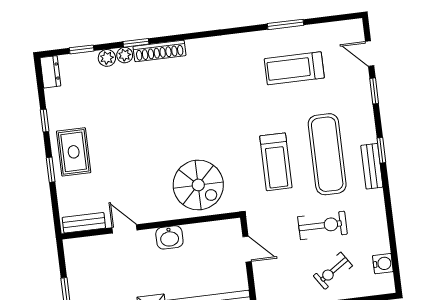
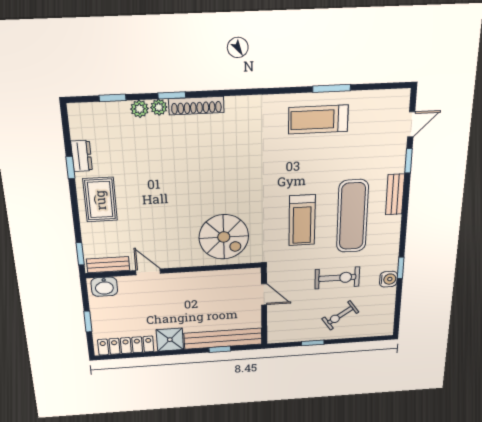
door: (370, 54) -> (411, 124), swing flipped
treadmill: (294, 68) -> (318, 119), moved
dresser: (50, 72) -> (82, 156), moved
window: (381, 150) -> (401, 268), moved
bench: (372, 166) -> (395, 194), moved
window: (51, 170) -> (80, 254), moved
washbasin: (169, 237) -> (104, 287), moved
water cooler: (383, 264) -> (388, 279), moved

